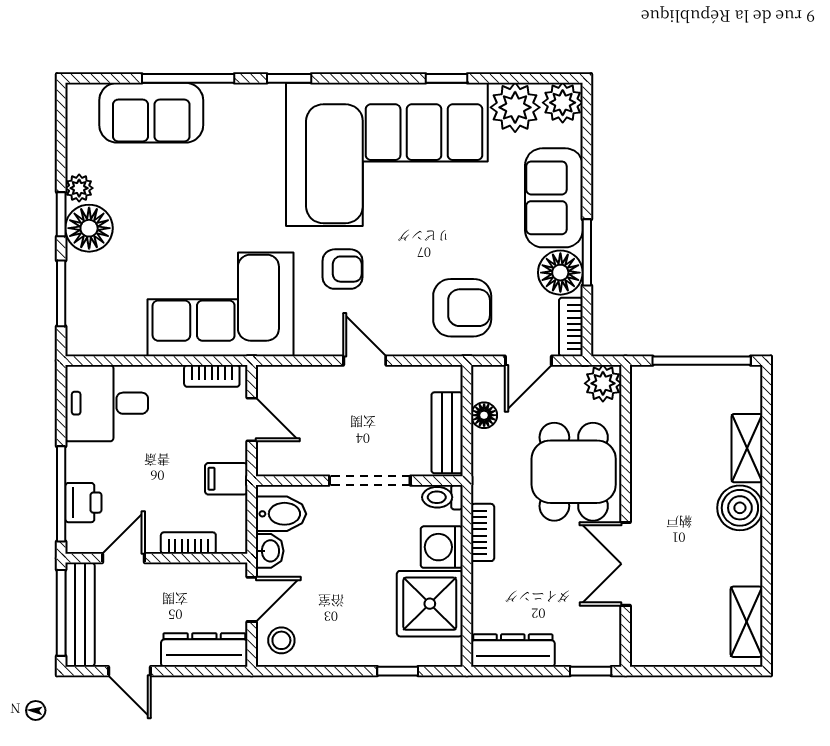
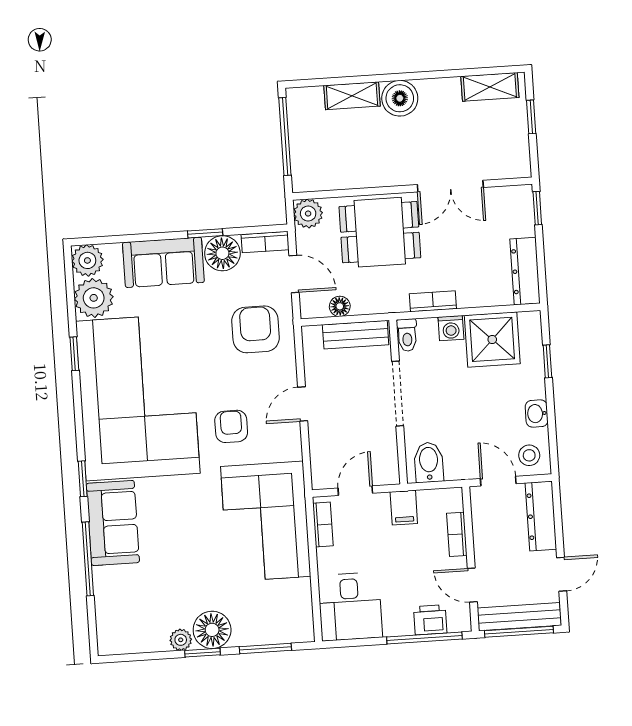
sofa: (151, 113) -> (113, 523), moved
window: (587, 252) -> (205, 233), width x0.67
washing machine: (442, 547) -> (451, 328), width x0.73, depth x0.73
washbasin: (270, 551) -> (537, 414), moved, turned -90
window: (706, 671) -> (531, 117), added

